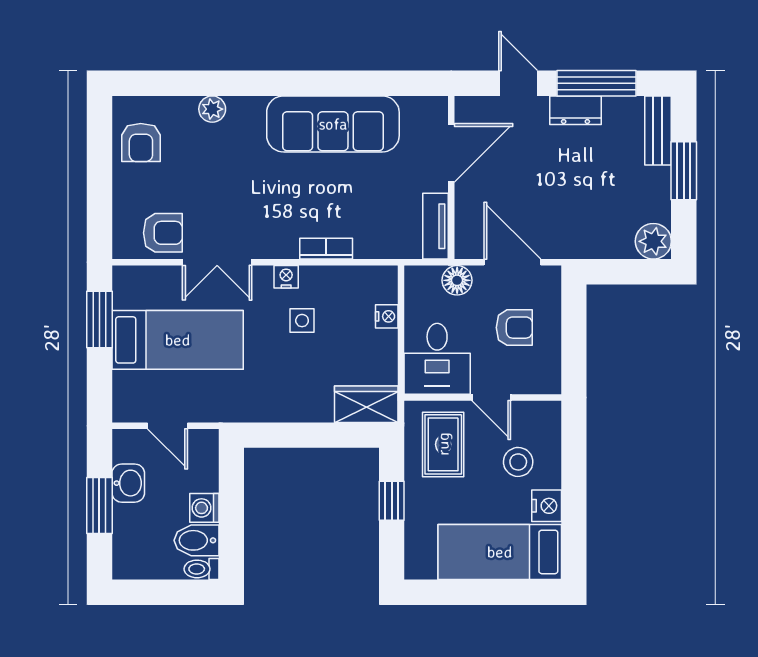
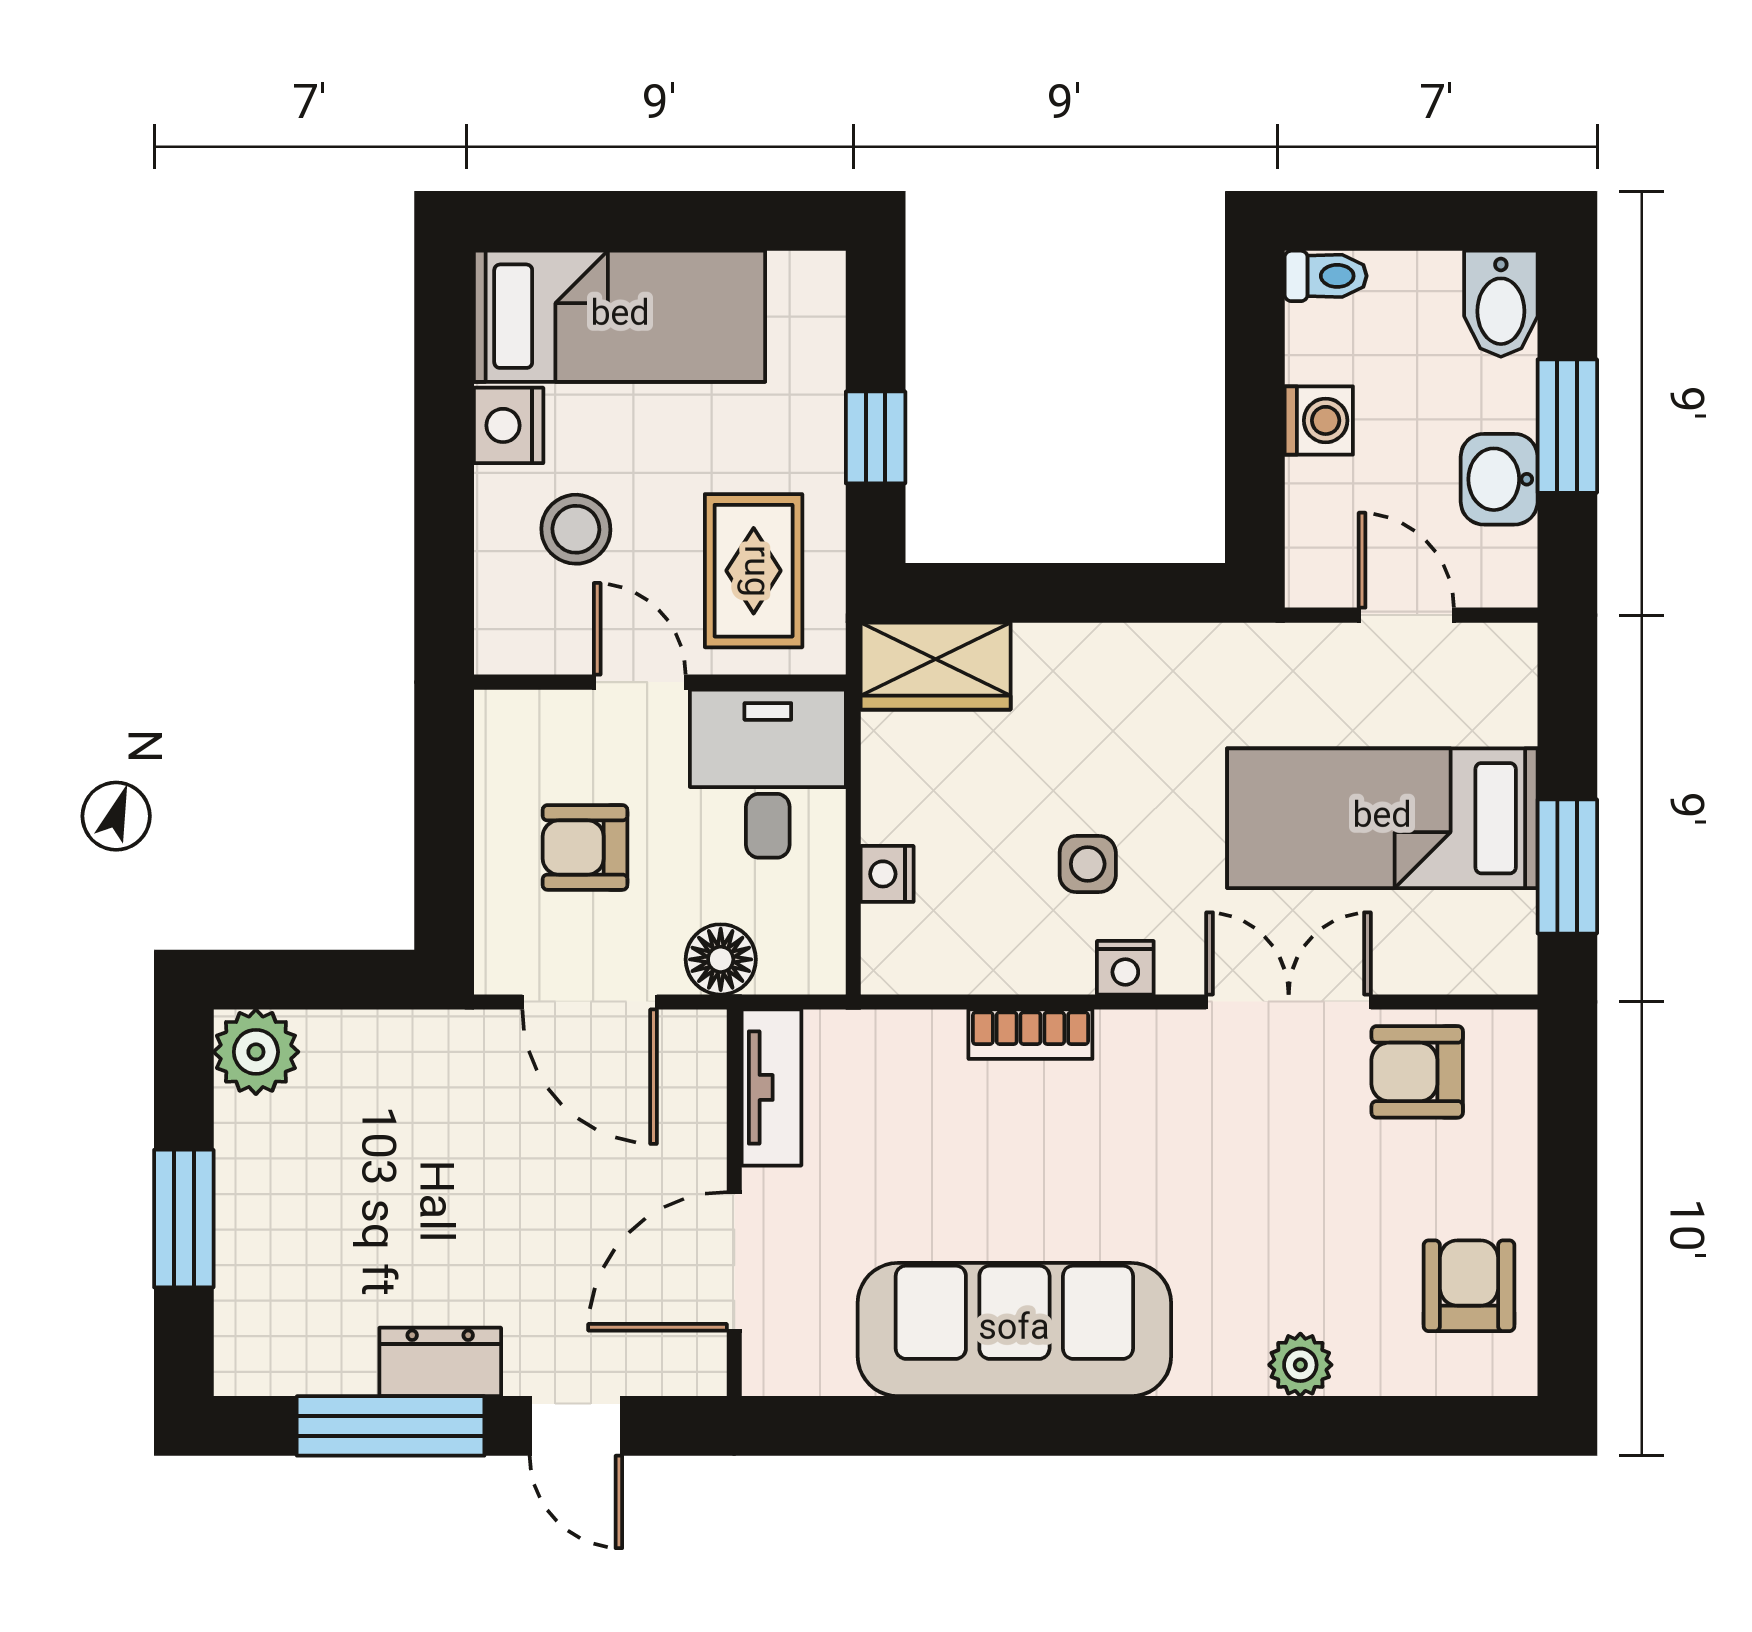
bench: (658, 130) -> (245, 1314), removed
bidet: (196, 540) -> (1501, 304), moved, turned 90

